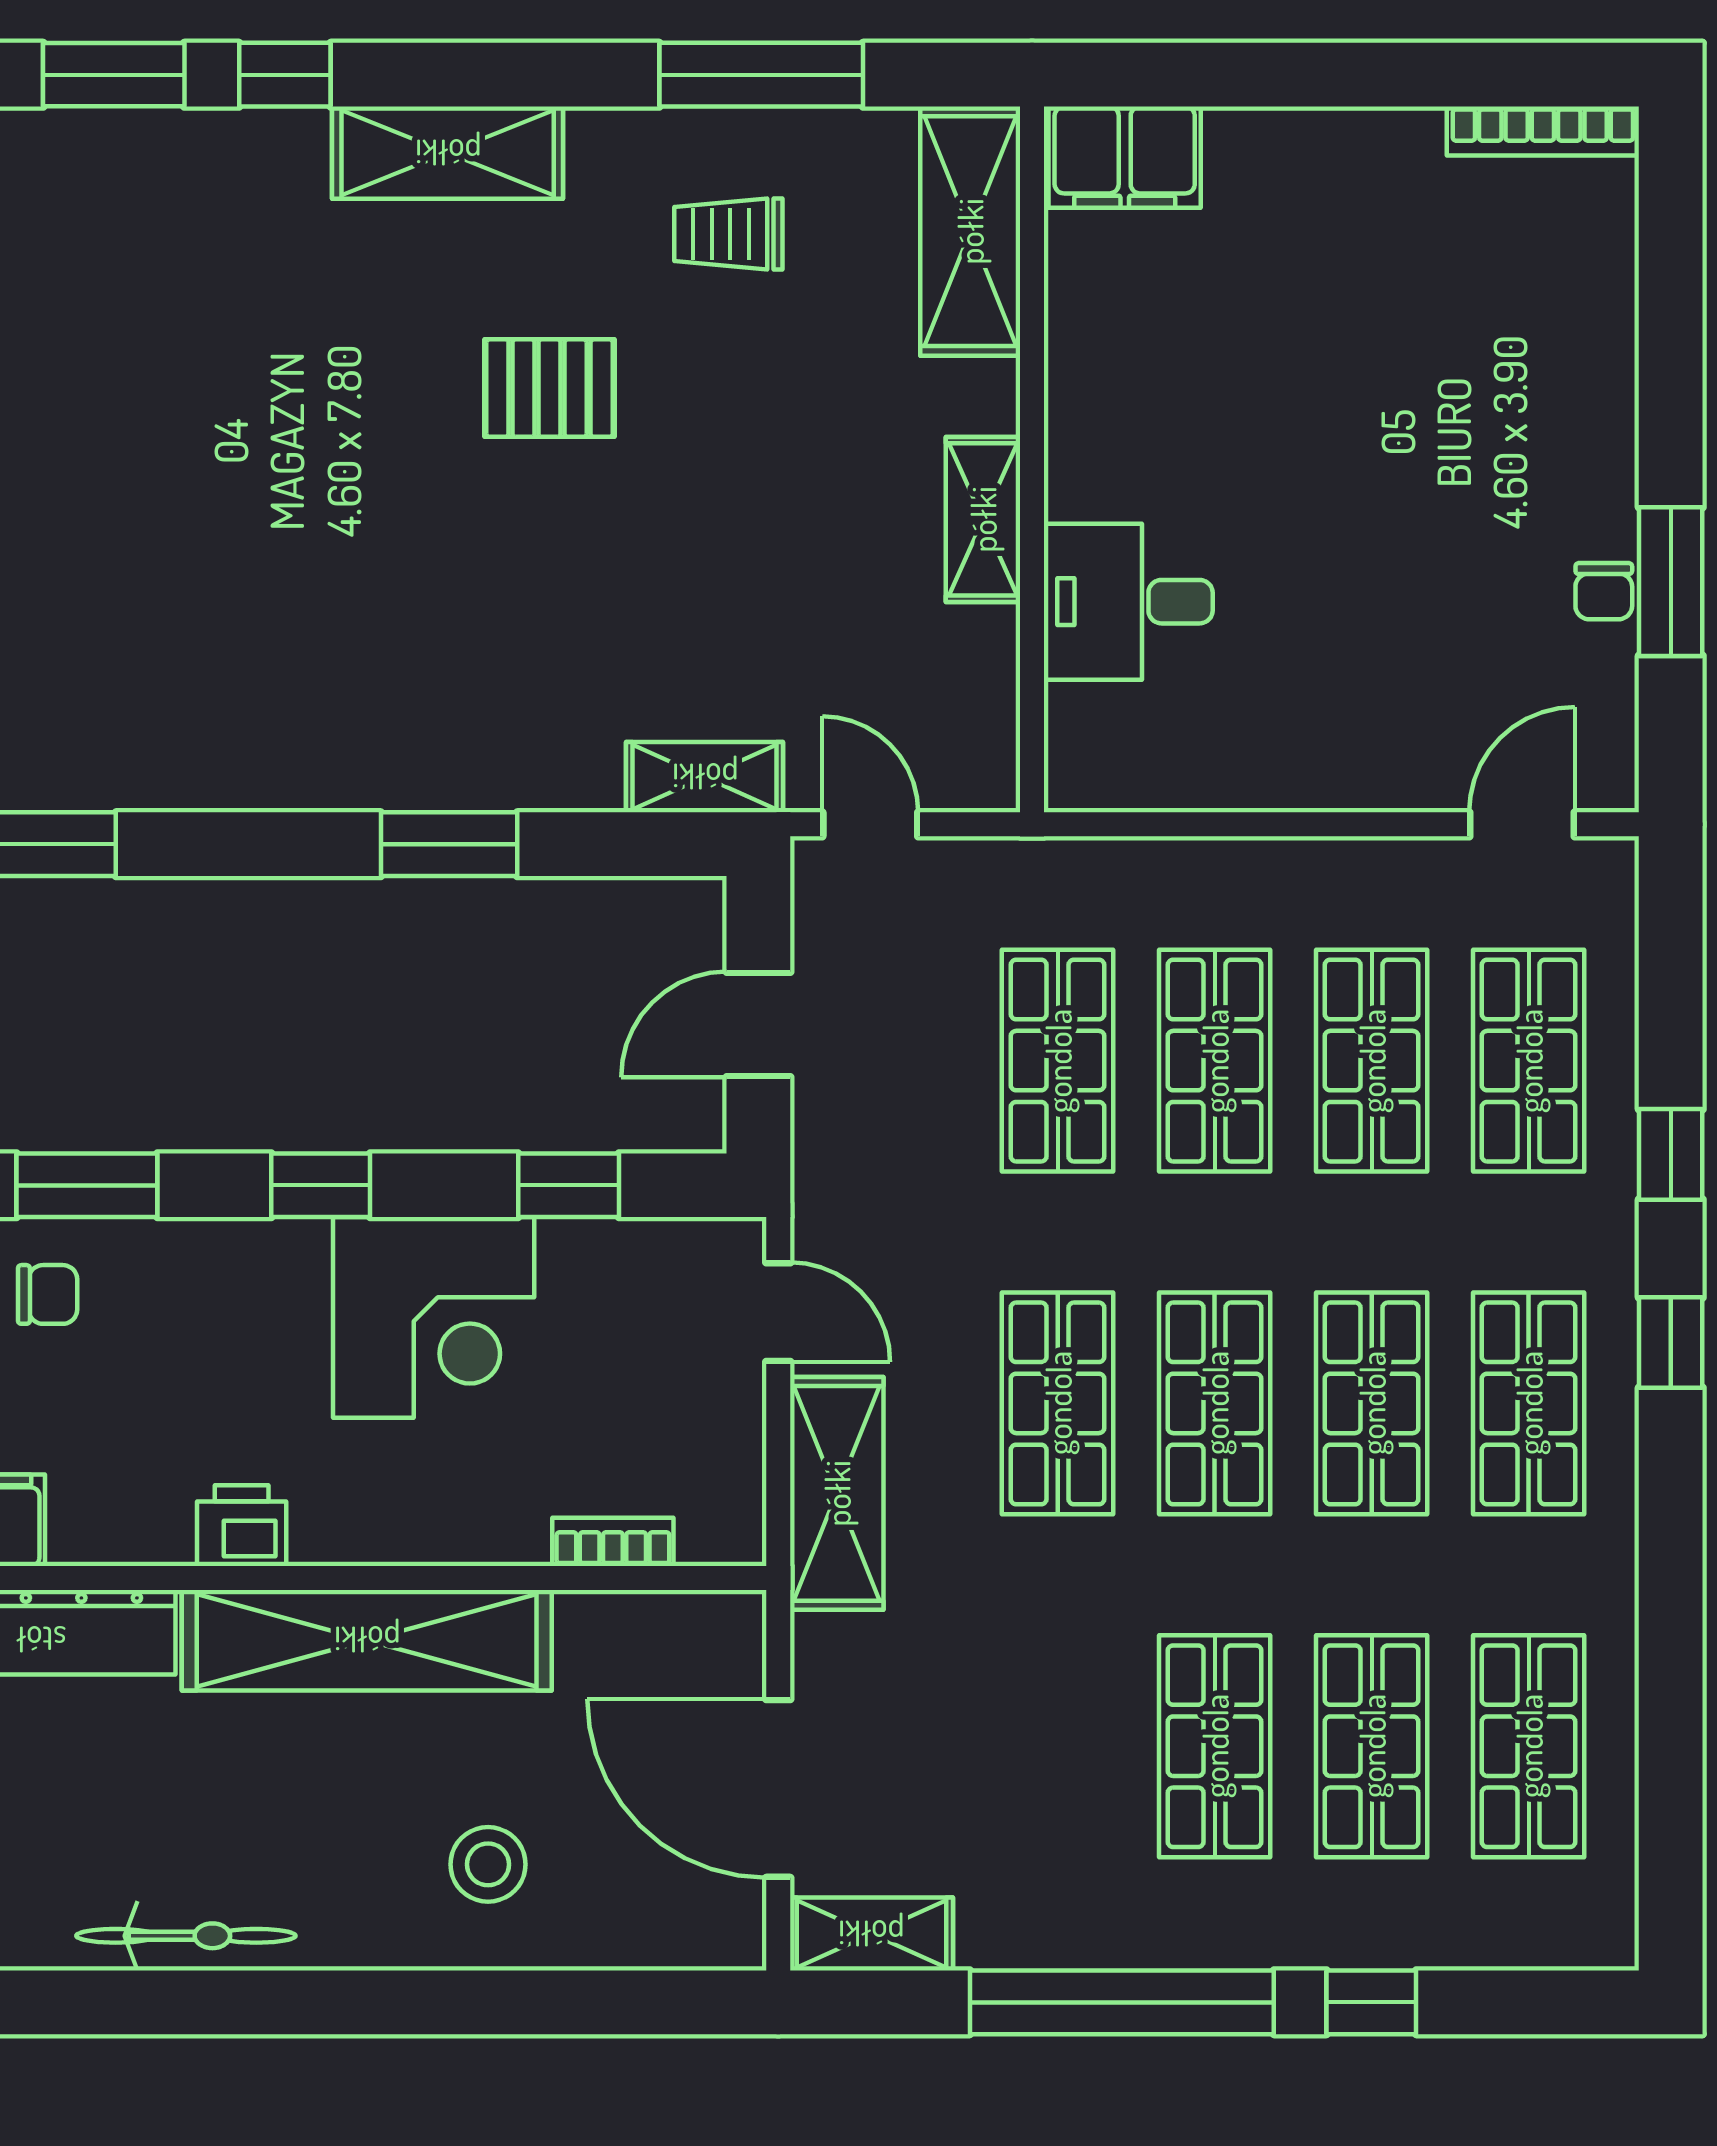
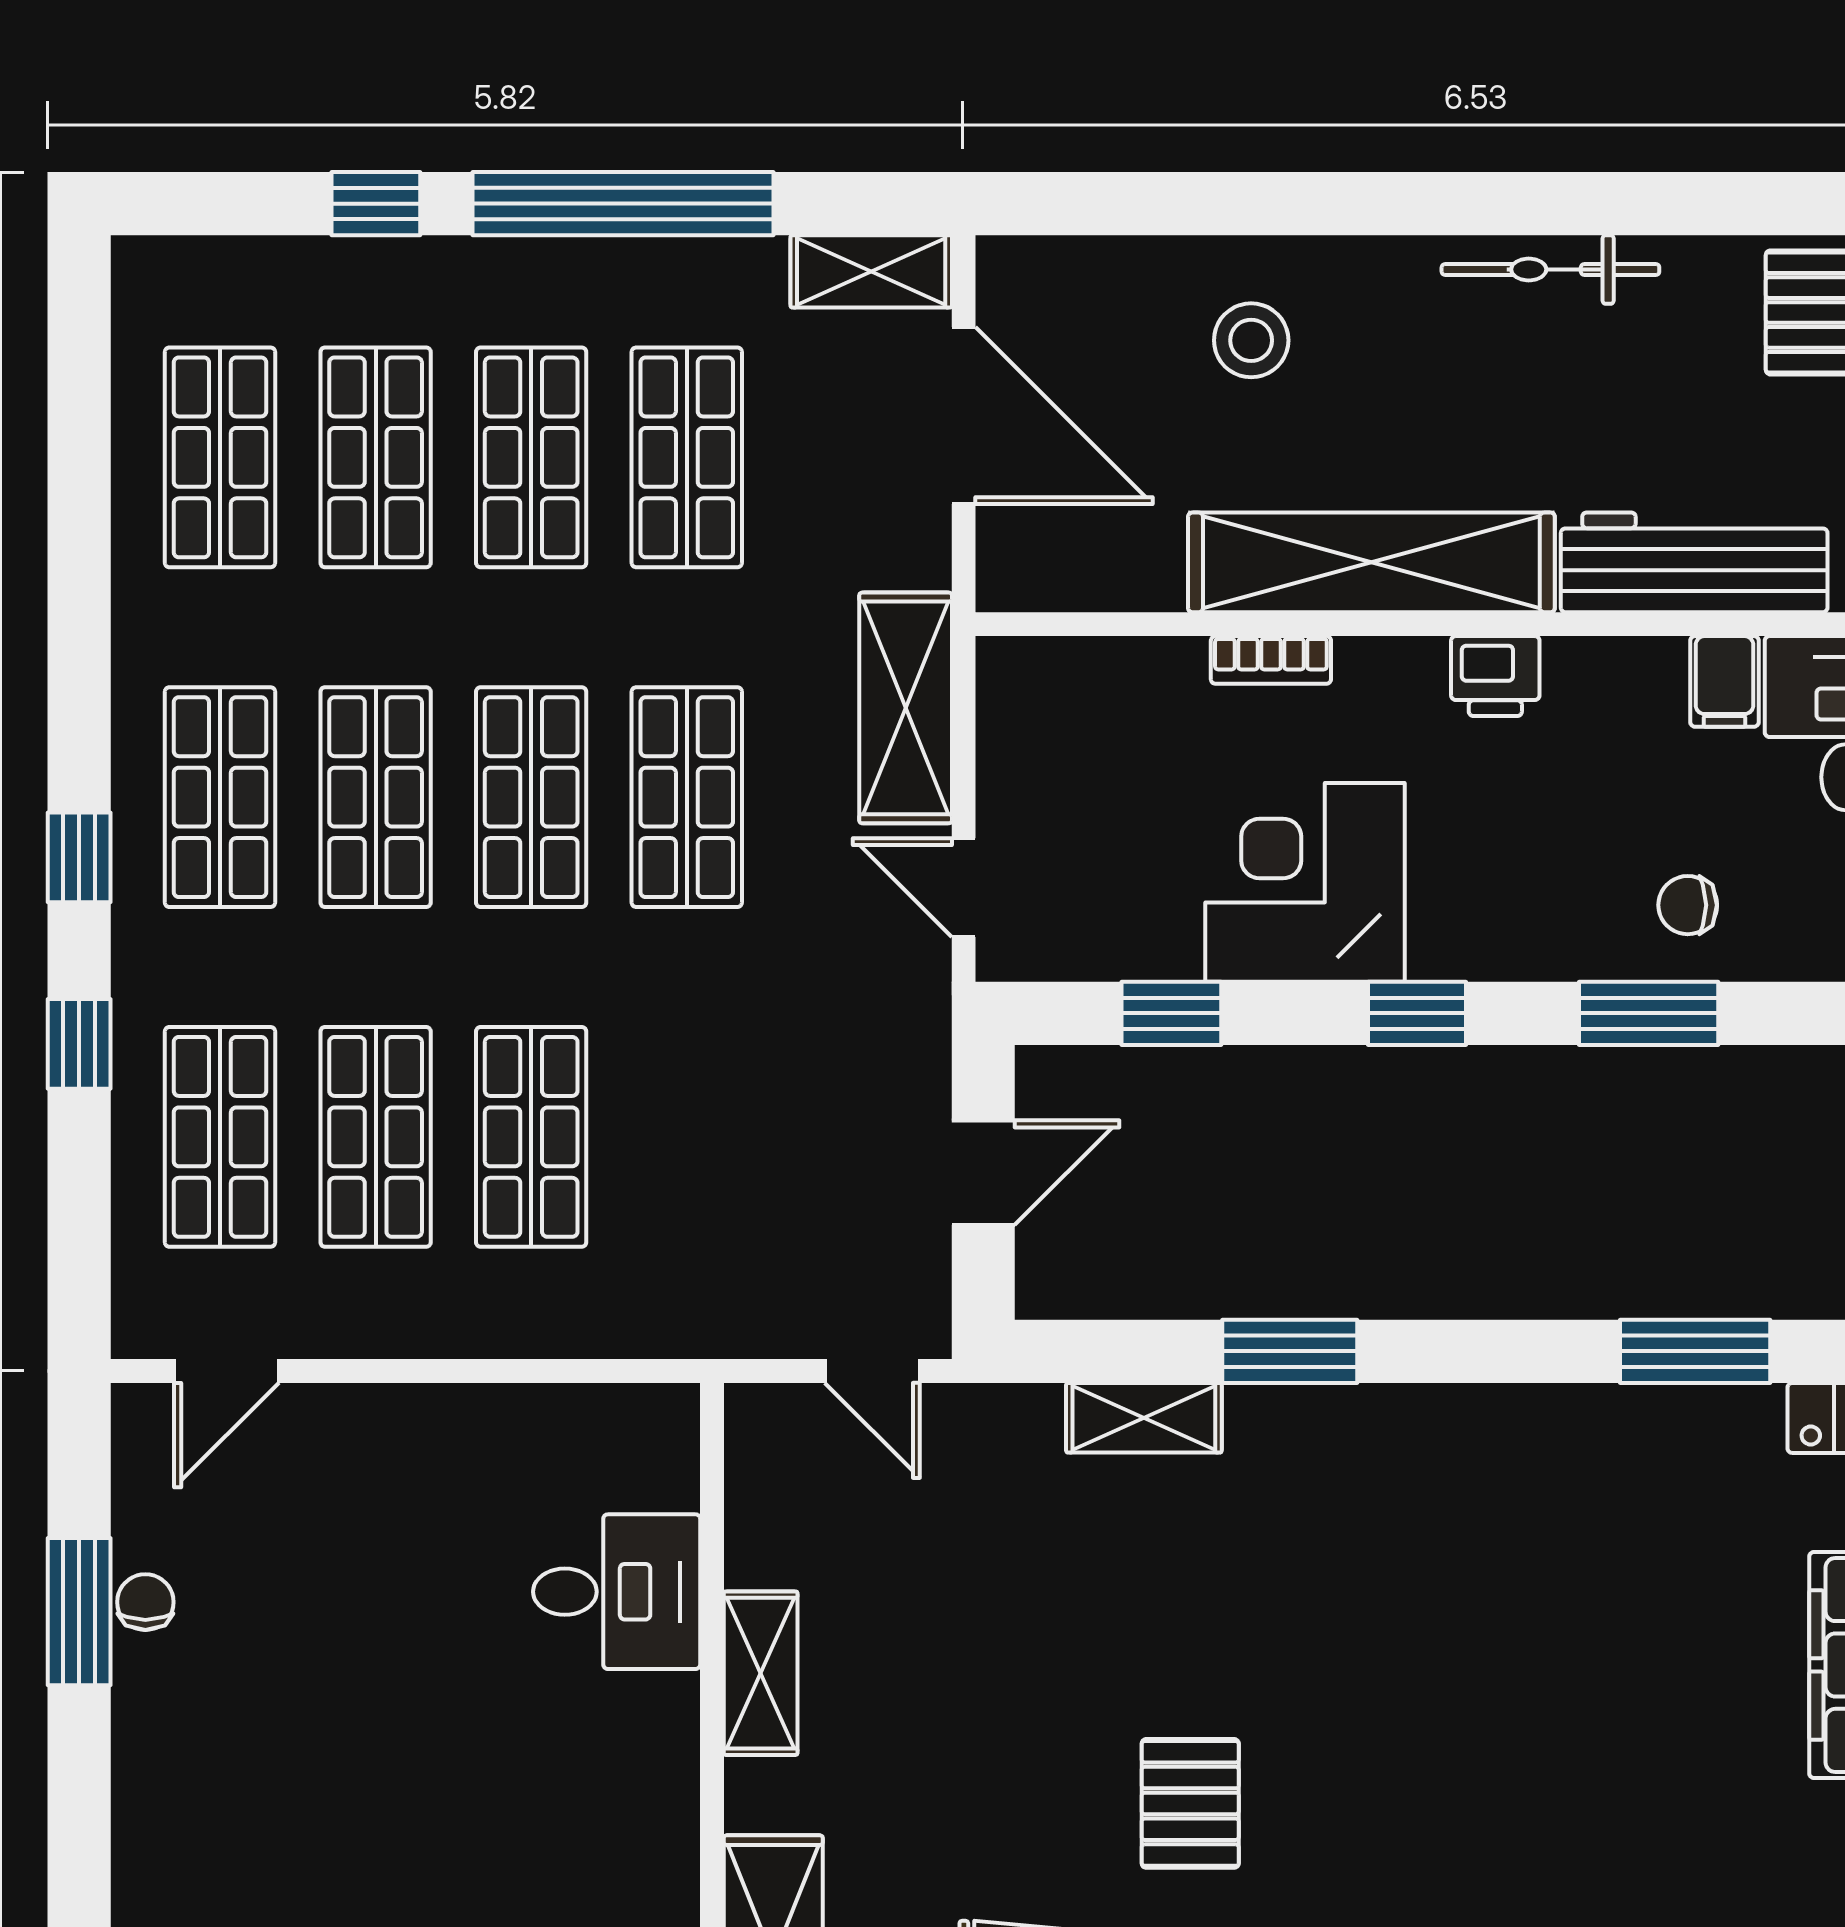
pallet: (550, 388) -> (1190, 1803), turned 90
shelving: (705, 777) -> (1144, 1418), moved
shop shelf: (1058, 1061) -> (687, 457), moved
bookcase: (613, 1542) -> (1271, 660), moved

